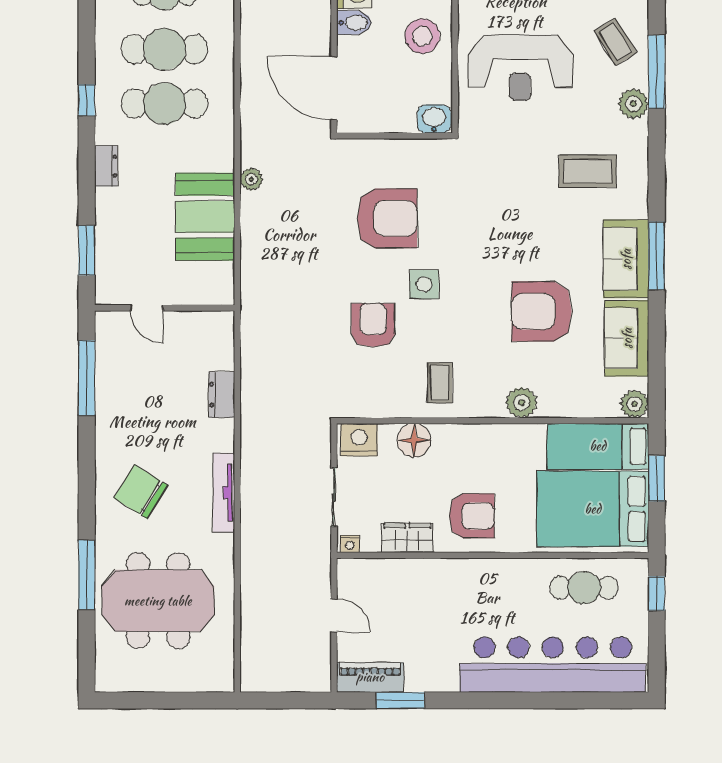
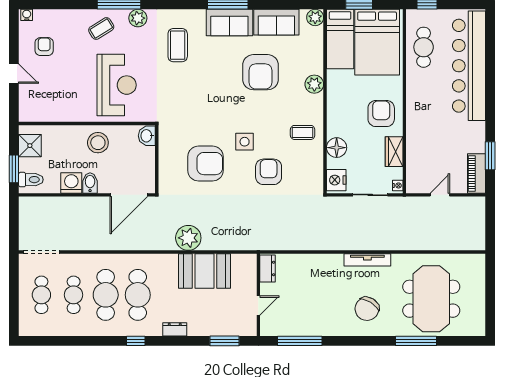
plant: (251, 179) -> (188, 238), width x1.87, depth x1.87
armchair: (387, 218) -> (205, 164), turned 90
armchair: (373, 325) -> (269, 172), turned 90
dresser: (222, 395) -> (268, 268), moved, turned -90

